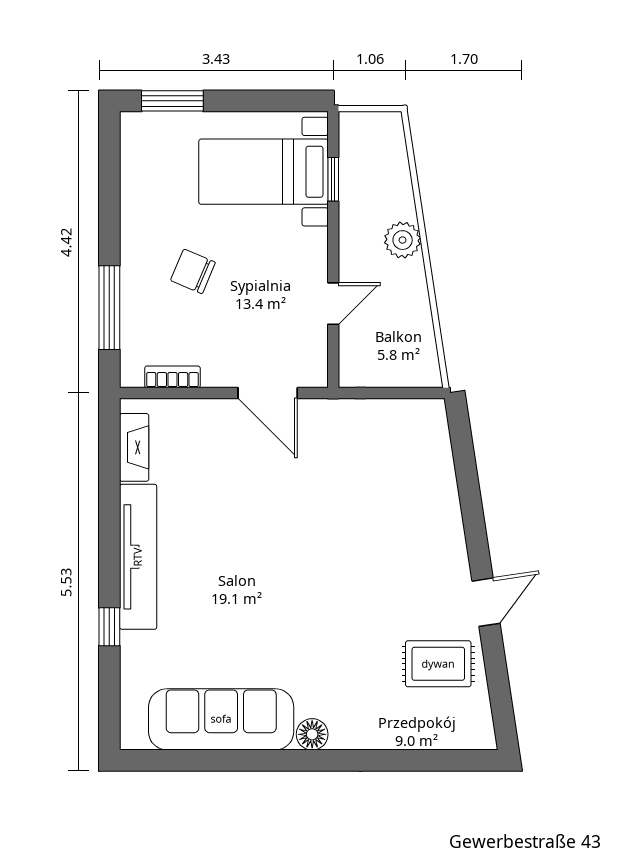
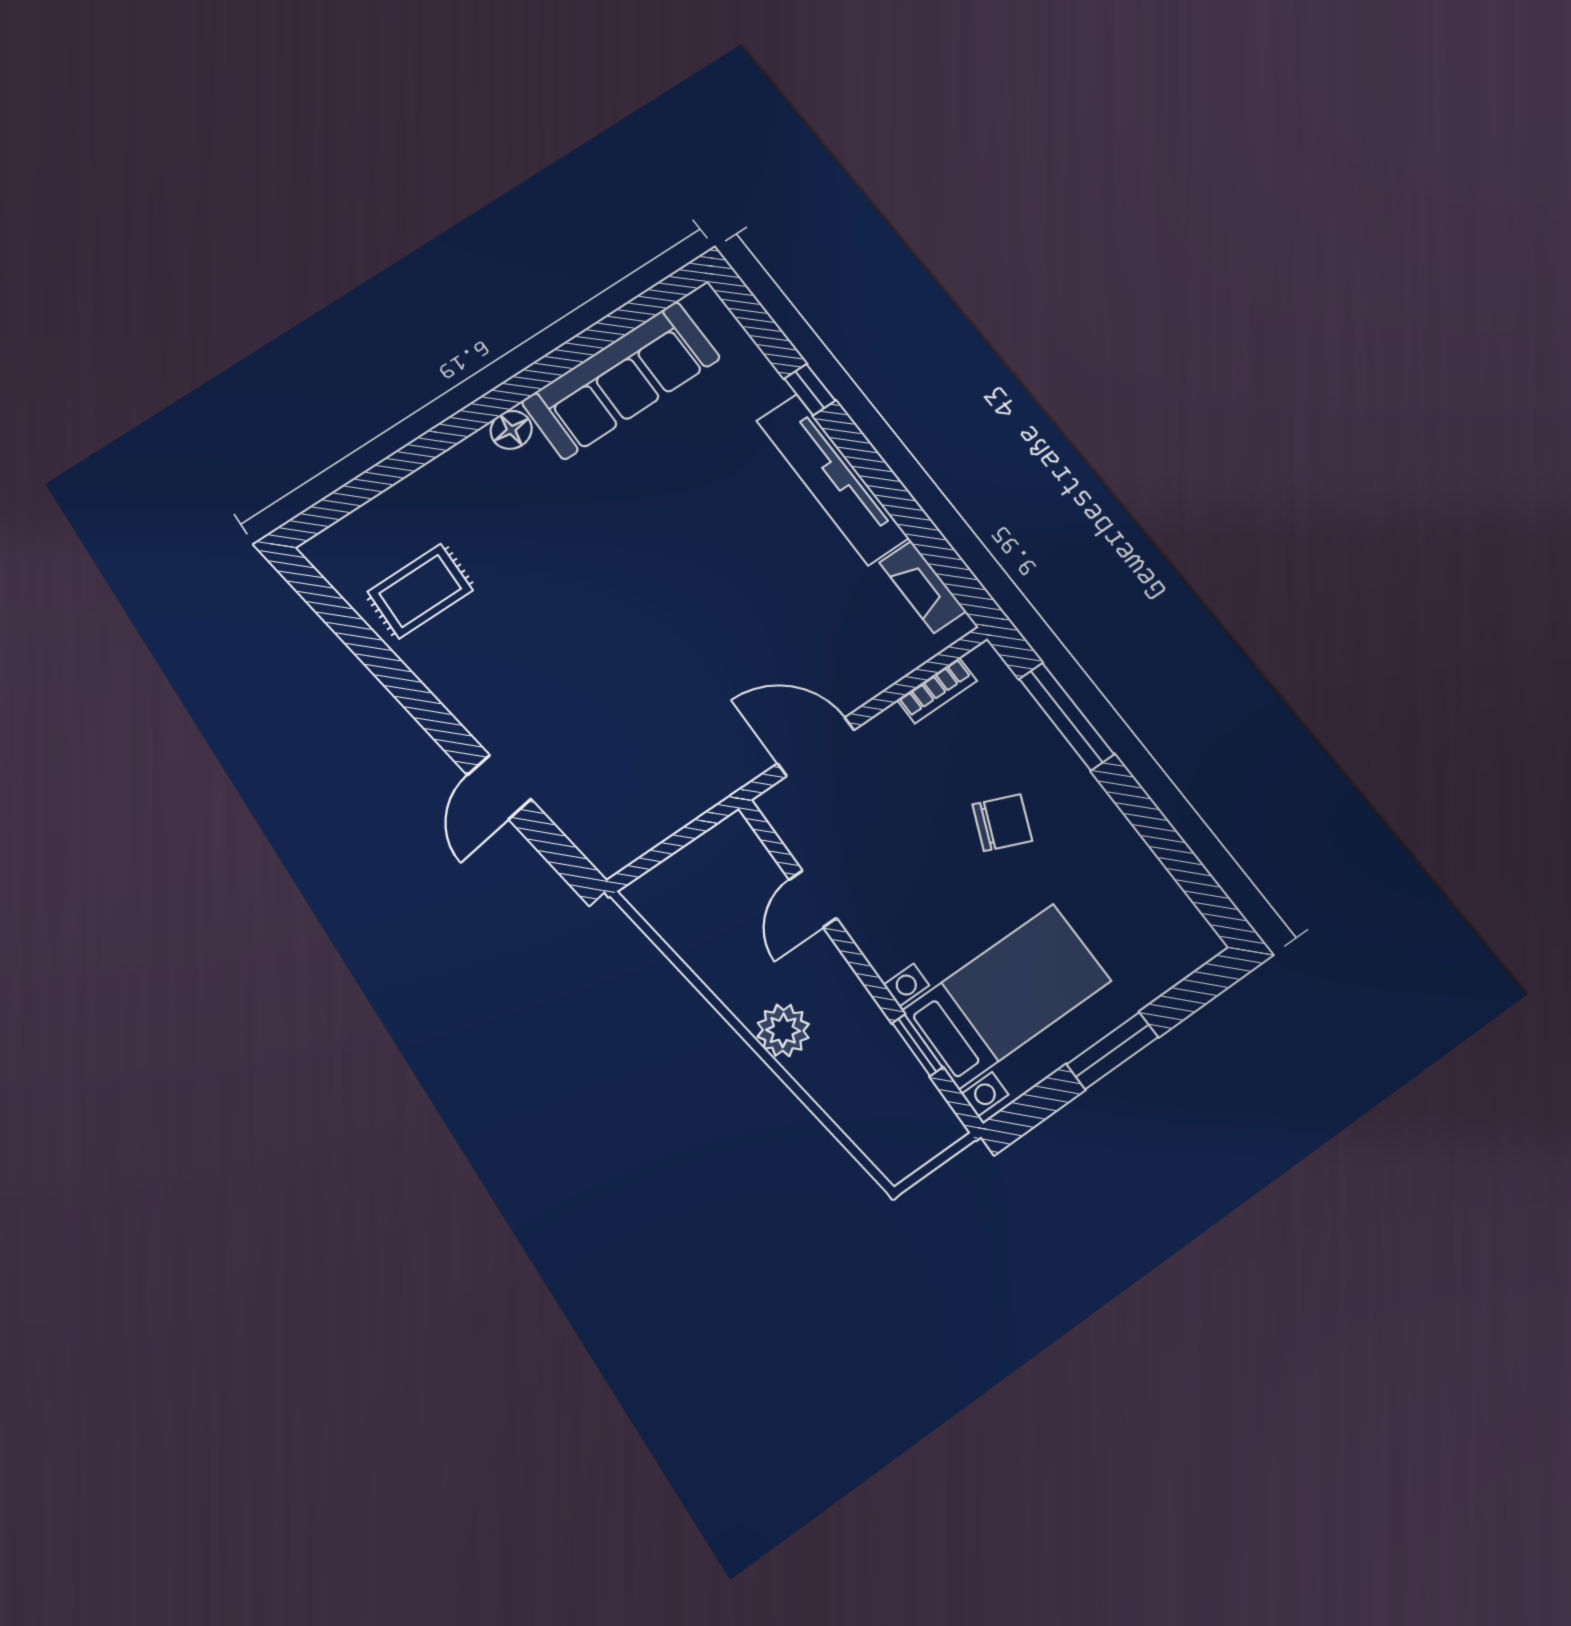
window: (172, 101) -> (1112, 1051), moved
door: (486, 602) -> (499, 787), moved

